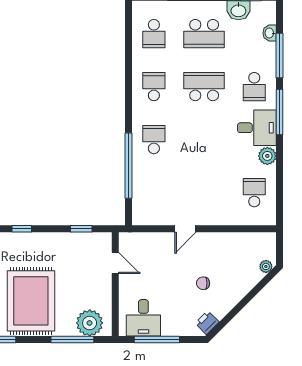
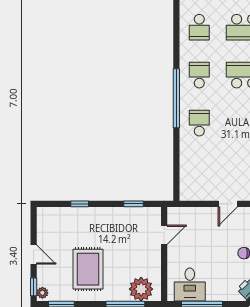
window: (129, 166) -> (176, 98), moved
door: (115, 263) -> (164, 235), hinge flipped
rug: (31, 301) -> (88, 269), width x0.73, depth x0.69

